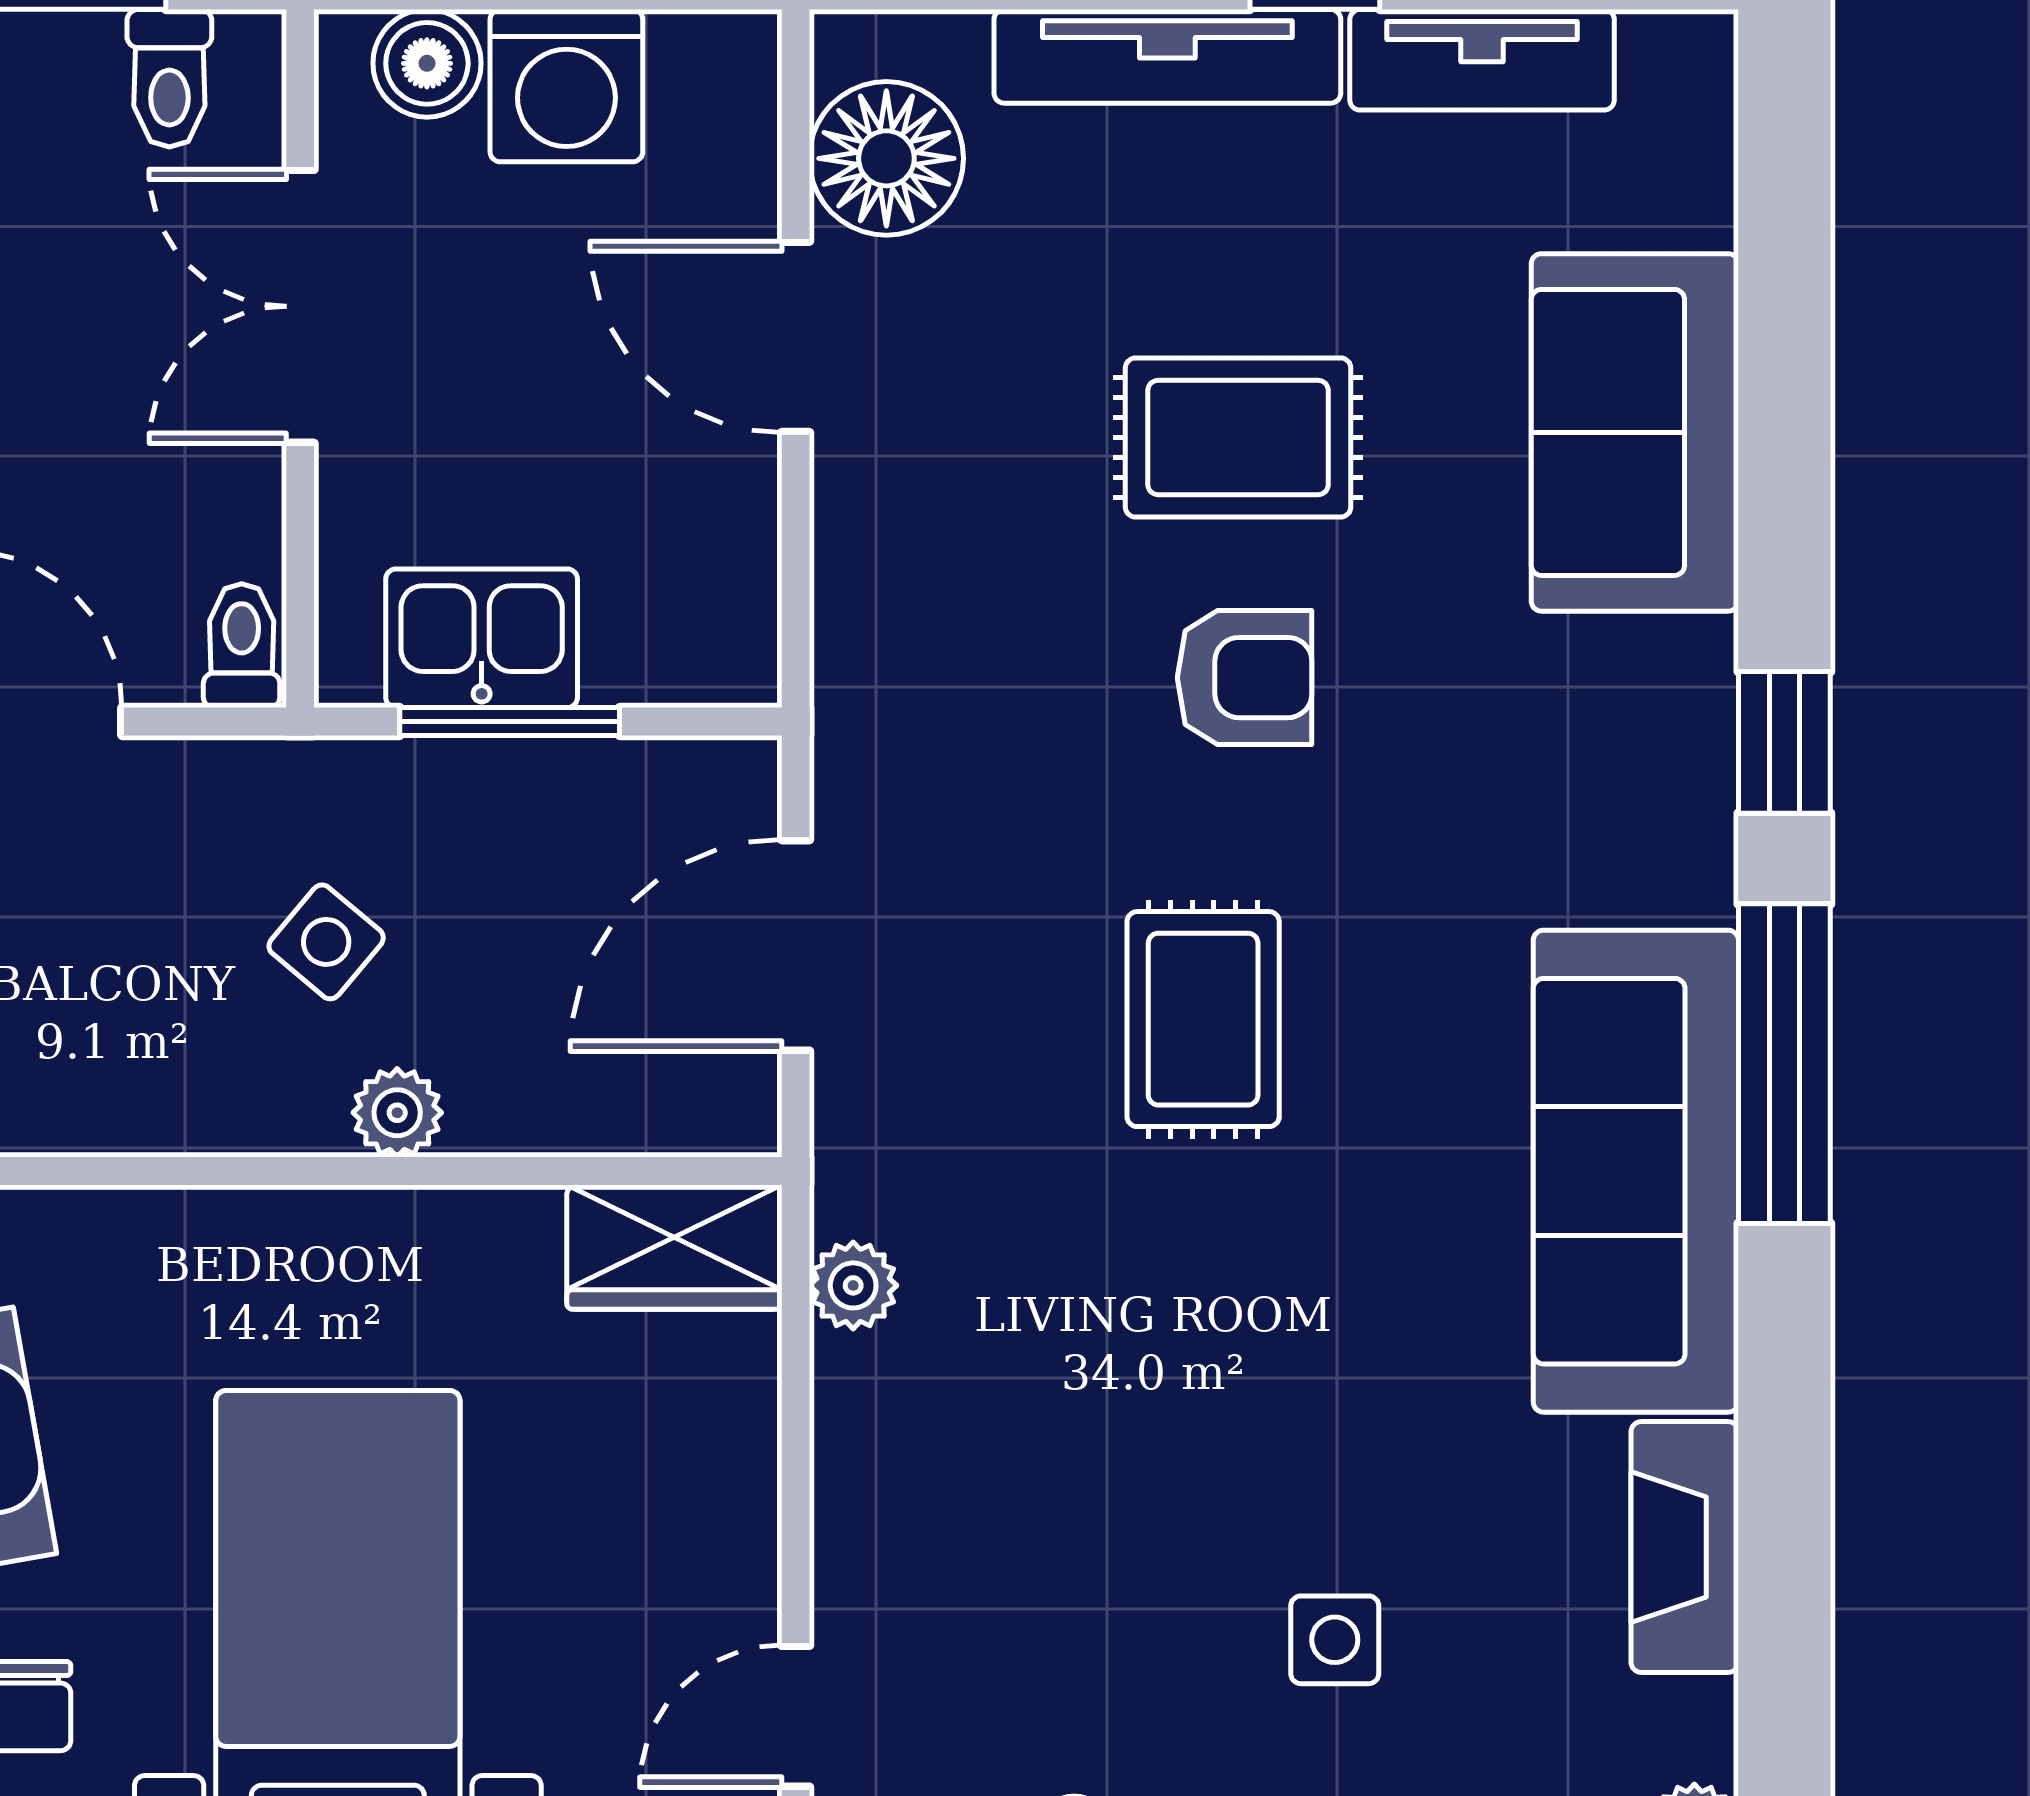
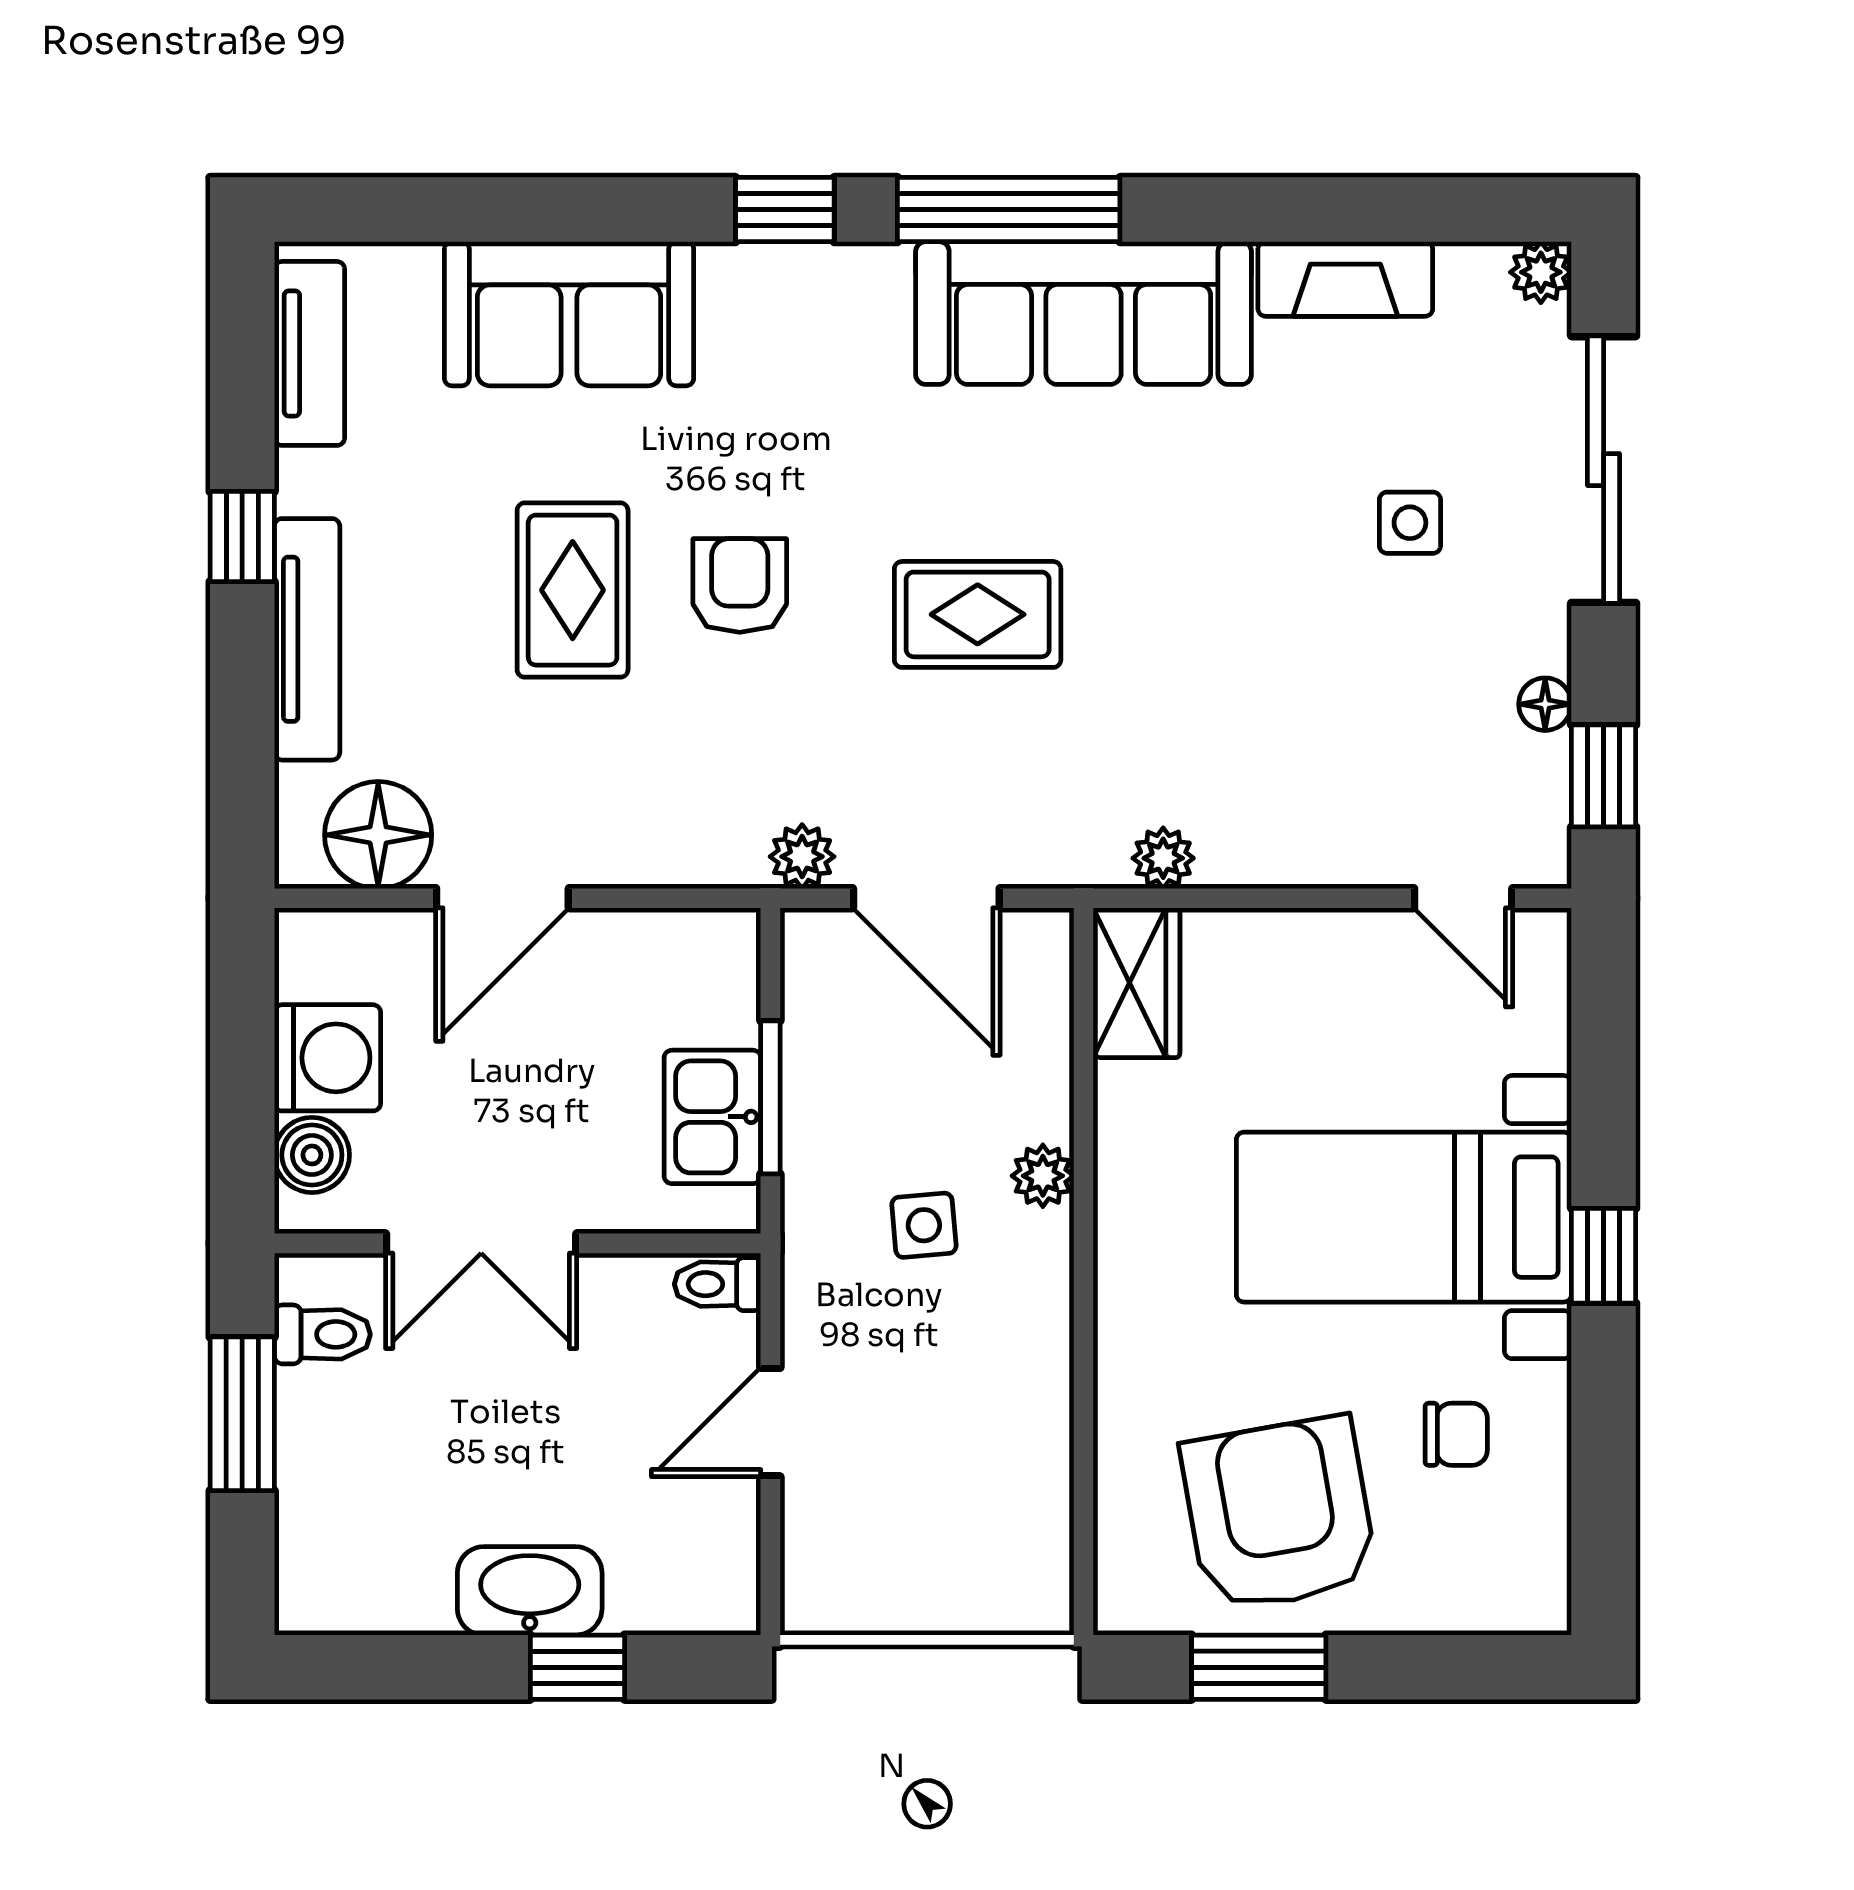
tv unit: (1482, 60) -> (309, 353), moved
plant: (856, 767) -> (802, 857), added
side table: (326, 942) -> (924, 1225), turned 45

